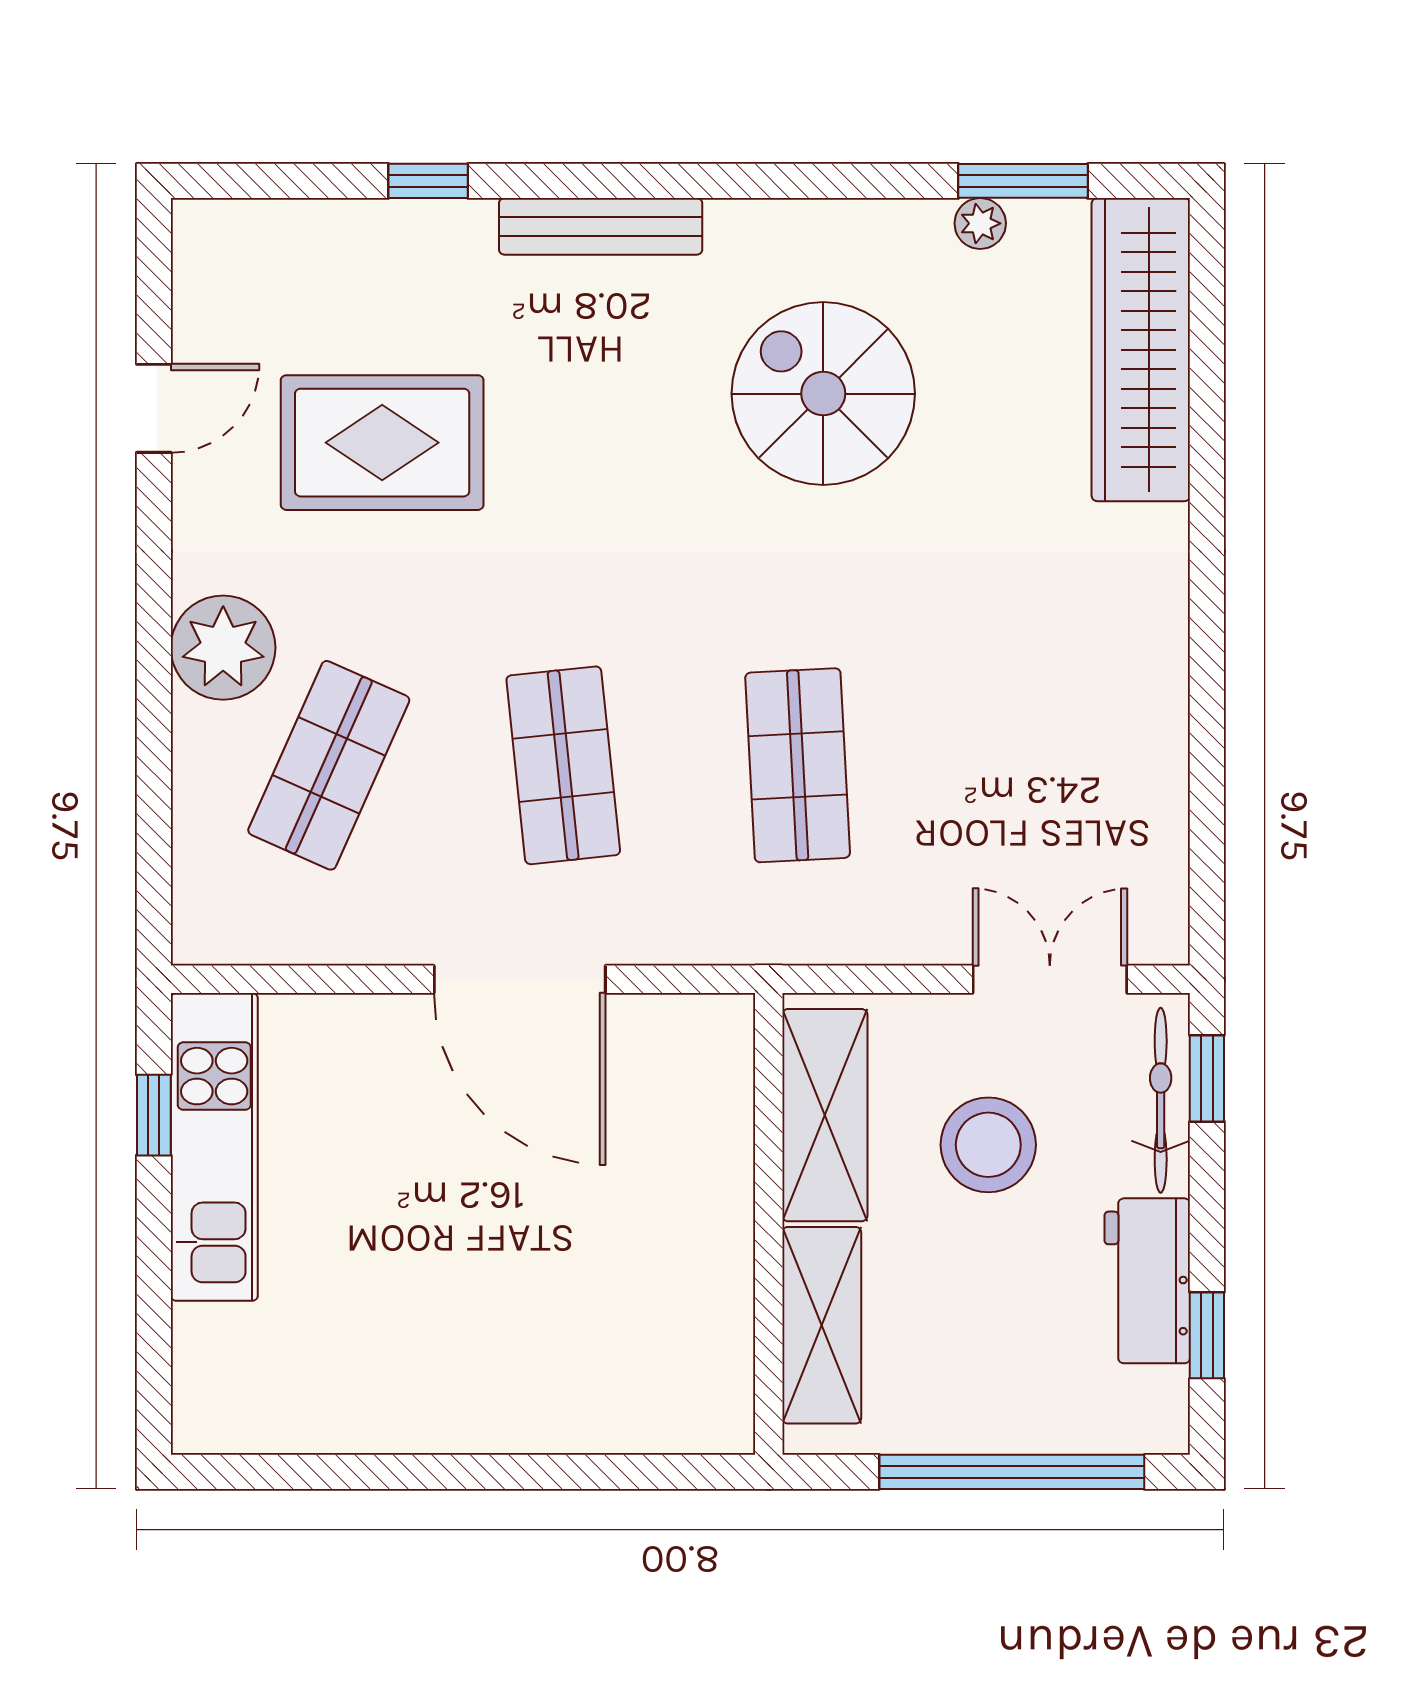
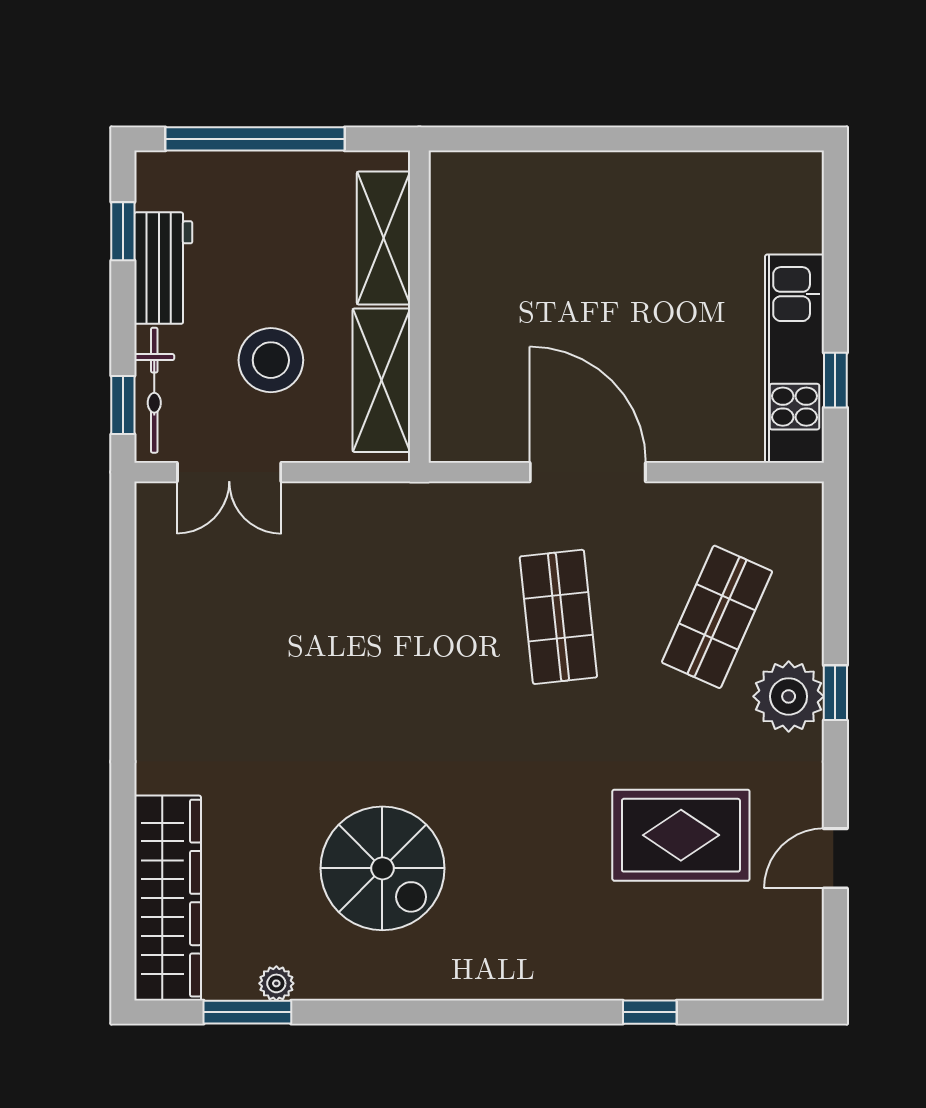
bench: (601, 226) -> (533, 981), removed
window: (154, 653) -> (835, 693), added
shop shelf: (798, 765) -> (400, 617), removed

